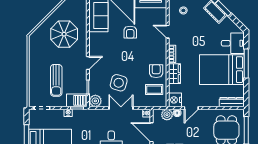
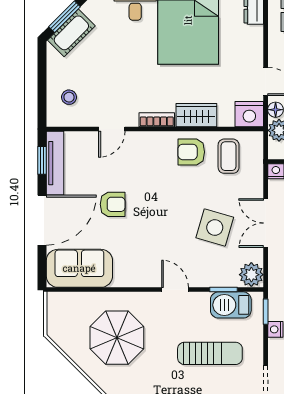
barbecue: (77, 100) -> (231, 305), moved, turned -90

